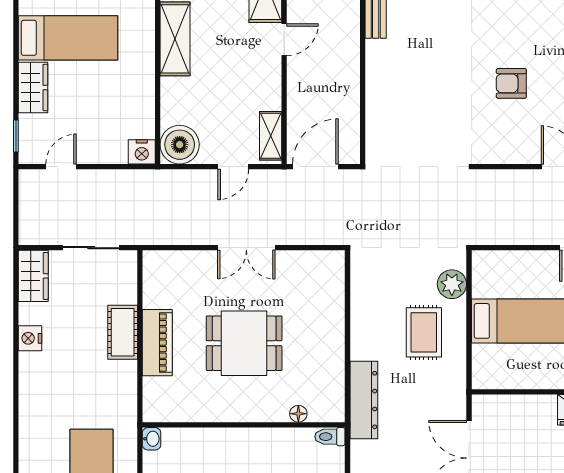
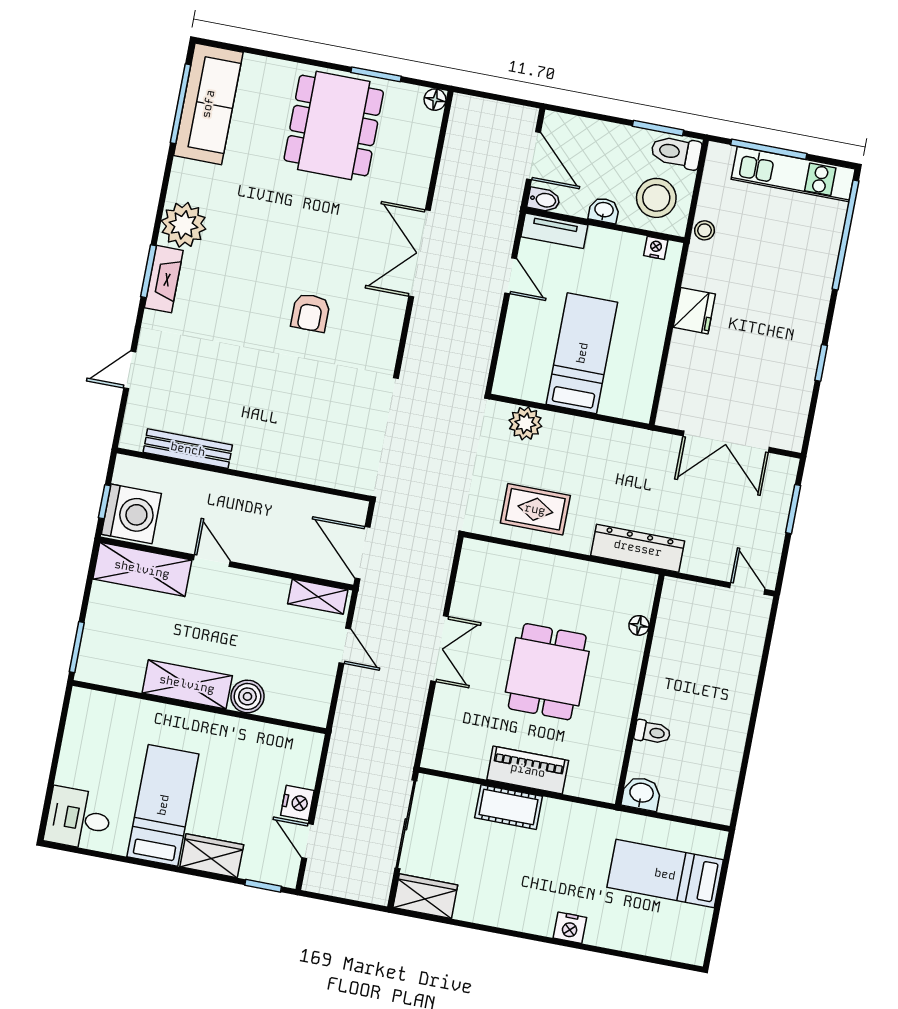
boiler: (180, 145) -> (247, 696), moved, width x0.73, depth x0.73
nightstand: (142, 152) -> (297, 803), moved
sliding door: (91, 248) -> (406, 824), width x1.37
rug: (424, 332) -> (535, 509), moved
nightstand: (30, 338) -> (570, 928), moved
toilet: (330, 437) -> (652, 732), moved, turned -90
washbasin: (152, 439) -> (641, 794), width x1.38, depth x1.45

